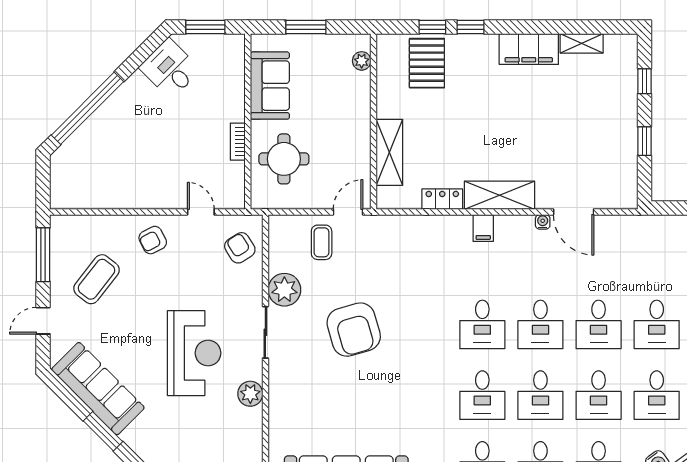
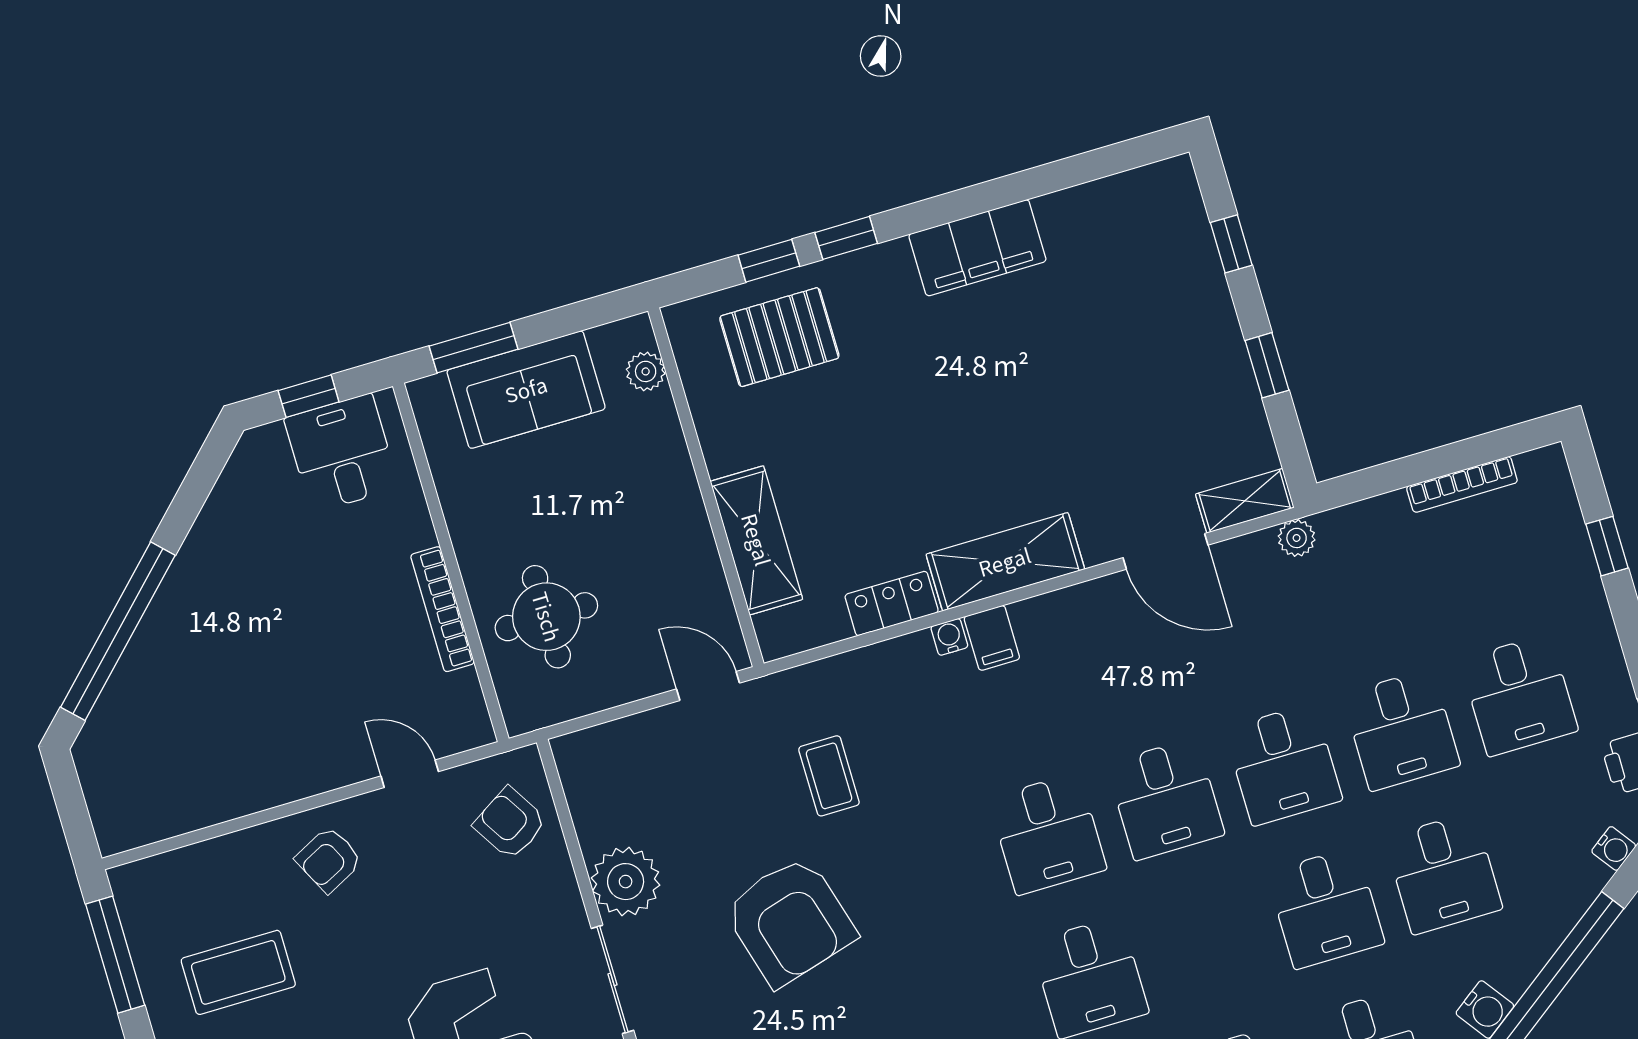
window: (205, 27) -> (309, 396), width x0.67
window: (306, 27) -> (473, 348), moved
shelving: (582, 43) -> (1245, 501), moved
pallet: (427, 63) -> (779, 337), turned 90
desk: (170, 69) -> (342, 453), moved, turned 45
sofa: (270, 86) -> (526, 390), moved, turned 90
bookcase: (238, 142) -> (442, 609), width x1.56
door: (348, 212) -> (708, 686), hinge flipped
water cooler: (543, 222) -> (949, 637), moved
plant: (635, 223) -> (1297, 538), added
coffee table: (322, 242) -> (829, 776), moved
coffee table: (97, 279) -> (238, 972), turned 52
desk: (540, 395) -> (1208, 943), removed

